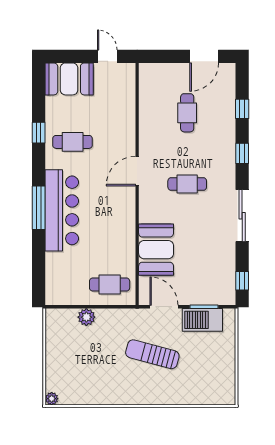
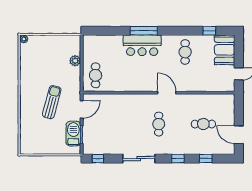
window: (39, 133) -> (209, 31), moved
bar counter: (62, 210) -> (142, 45), width x0.73
booth: (156, 250) -> (117, 104), removed

